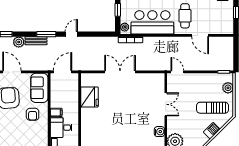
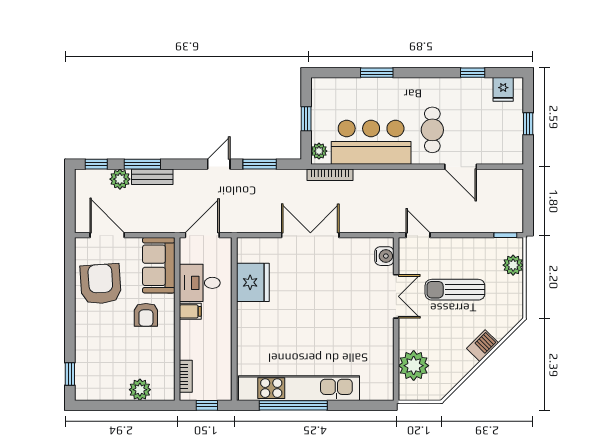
window: (46, 34) -> (142, 164), moved
window: (93, 34) -> (260, 164), added
sun lounger: (213, 108) -> (455, 290), moved
desk: (61, 128) -> (200, 283), moved
water cooler: (159, 132) -> (384, 256), moved

